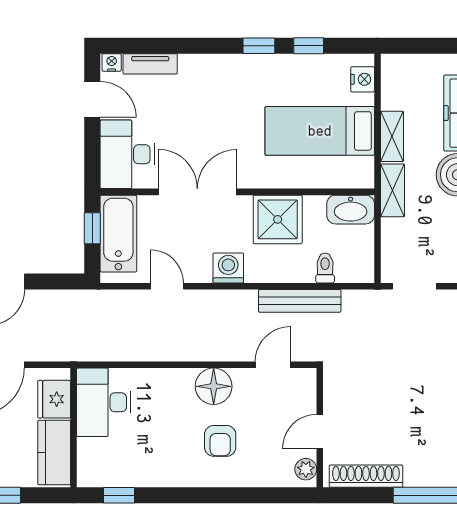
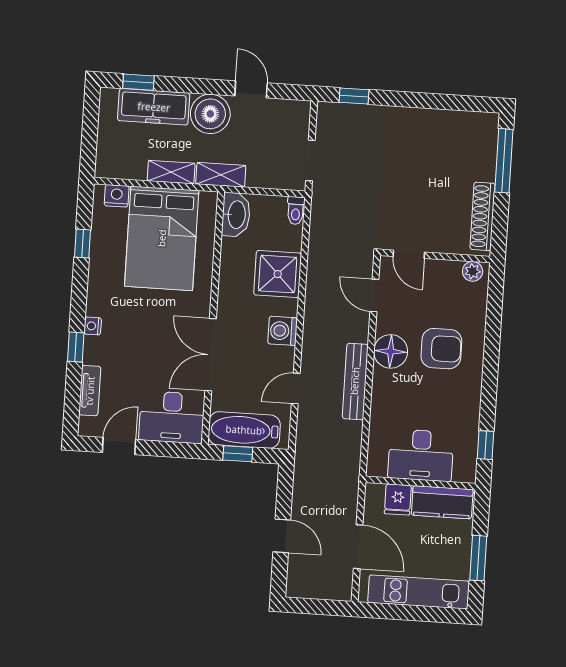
window: (259, 46) -> (76, 347), moved
nightstand: (112, 62) -> (93, 326), moved
bed: (320, 131) -> (162, 238), width x1.50
shower: (278, 219) -> (278, 274), moved
toilet: (325, 268) -> (296, 211), moved, turned -90
bench: (300, 301) -> (355, 381), moved
fridge: (54, 399) -> (398, 499), width x0.72
desk: (104, 402) -> (421, 455), moved
door: (320, 432) -> (409, 254), moved
armchair: (220, 441) -> (441, 349), width x1.38, depth x1.38

